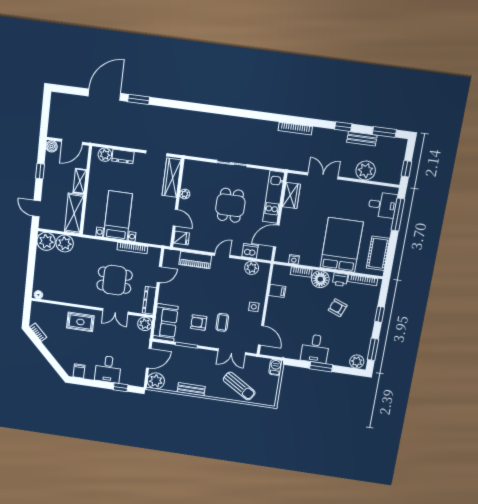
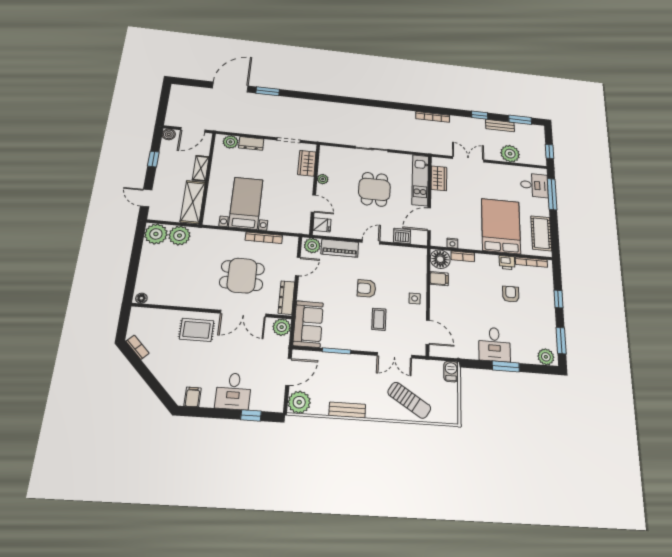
wardrobe: (172, 178) -> (307, 163), width x0.67
plant: (252, 268) -> (312, 246), moved
floor lamp: (320, 279) -> (440, 259), moved
armchair: (338, 308) -> (511, 294), turned 69
double door: (115, 311) -> (243, 314), width x1.37
armchair: (199, 322) -> (366, 288), moved

